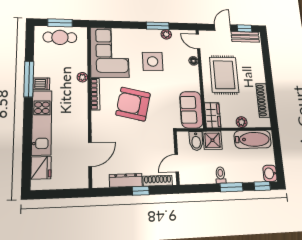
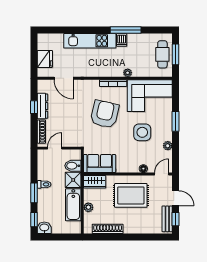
window: (158, 26) -> (176, 121), moved
bathtub: (253, 139) -> (73, 205), moved
door: (177, 163) -> (55, 148), hinge flipped
fridge: (41, 168) -> (45, 59), moved, turned -90
window: (141, 191) -> (34, 107), moved

